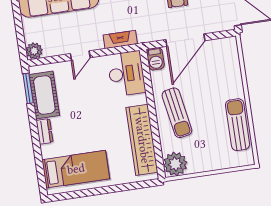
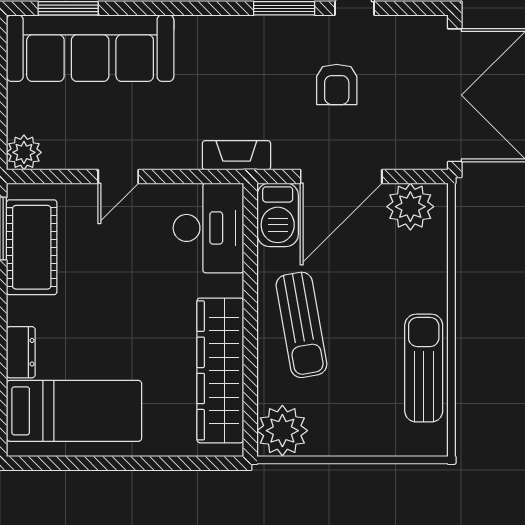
fireplace: (120, 39) -> (236, 155), moved
plant: (220, 49) -> (410, 207), added
barbecue: (155, 59) -> (278, 215), width x1.38, depth x1.27
dresser: (45, 131) -> (21, 352), moved

